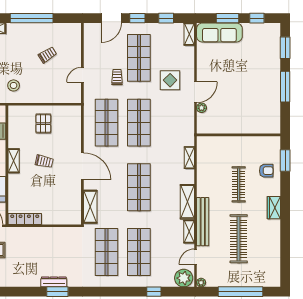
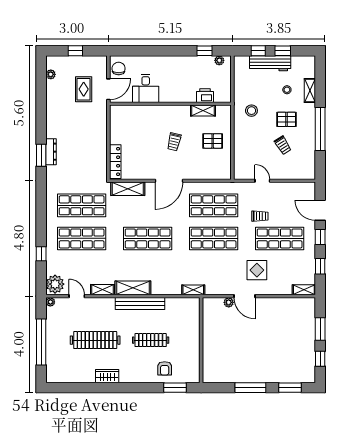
sofa: (219, 33) -> (305, 321), removed
pallet: (22, 51) -> (286, 119), added
shelving: (189, 158) -> (193, 290), moved
shelving: (14, 161) -> (203, 111), moved
wardrobe: (274, 208) -> (107, 376), moved
locker: (25, 219) -> (115, 162), moved
bench: (203, 222) -> (140, 304), moved

